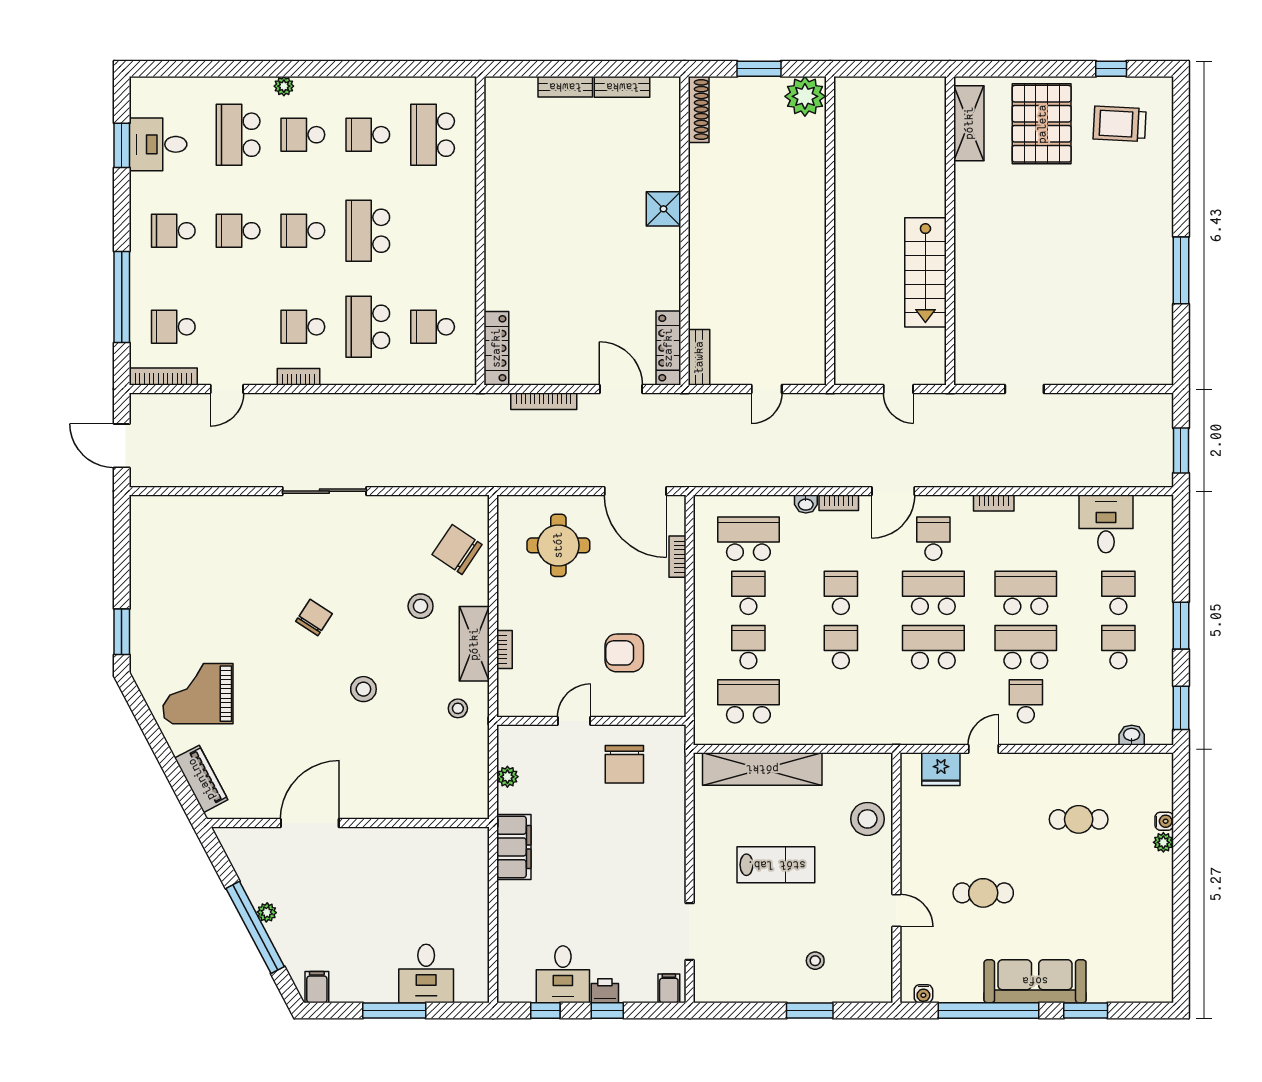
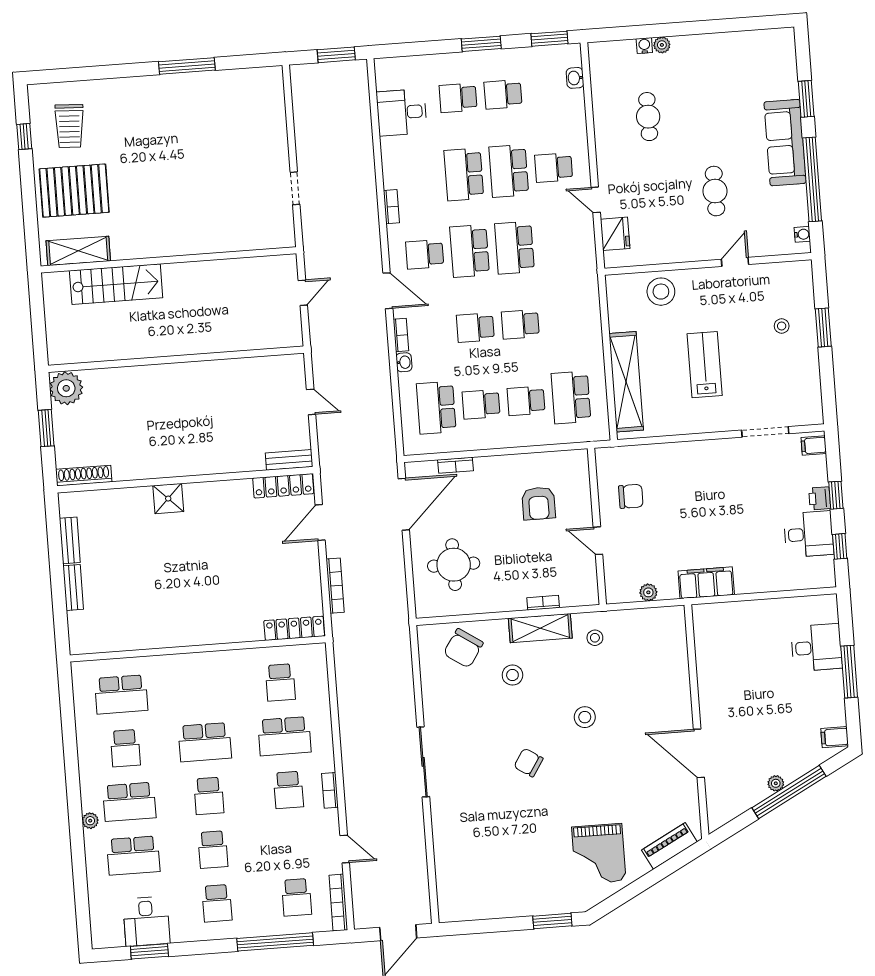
school desk: (303, 135) -> (129, 802), width x1.85
stairs: (925, 272) -> (116, 284), moved
chair: (624, 764) -> (631, 496), width x0.73, depth x0.73

